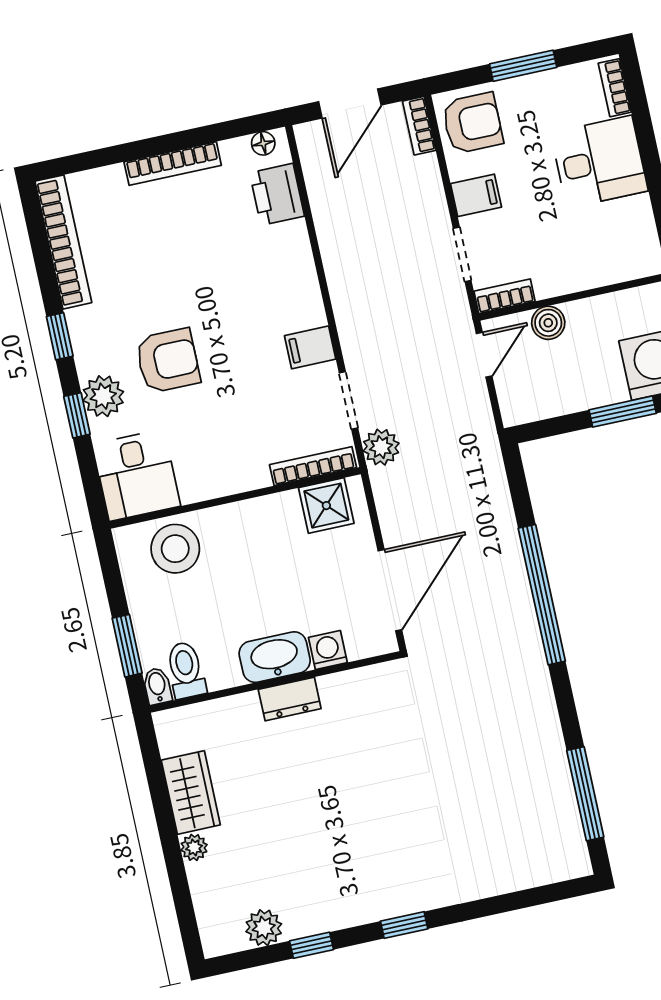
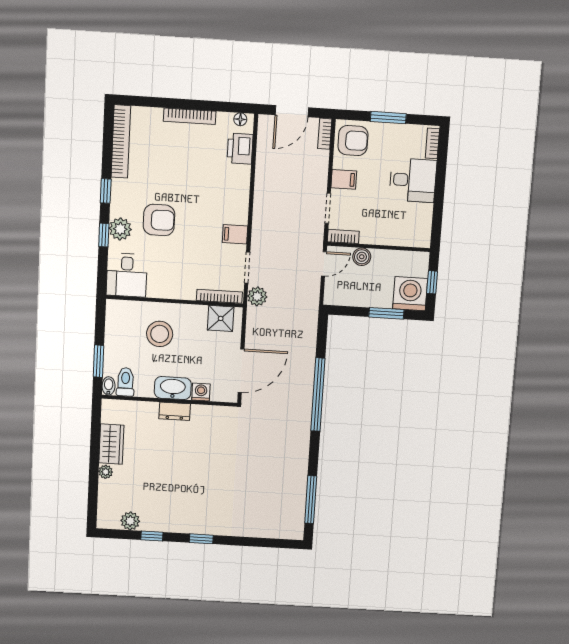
stool: (175, 549) -> (160, 334), moved

